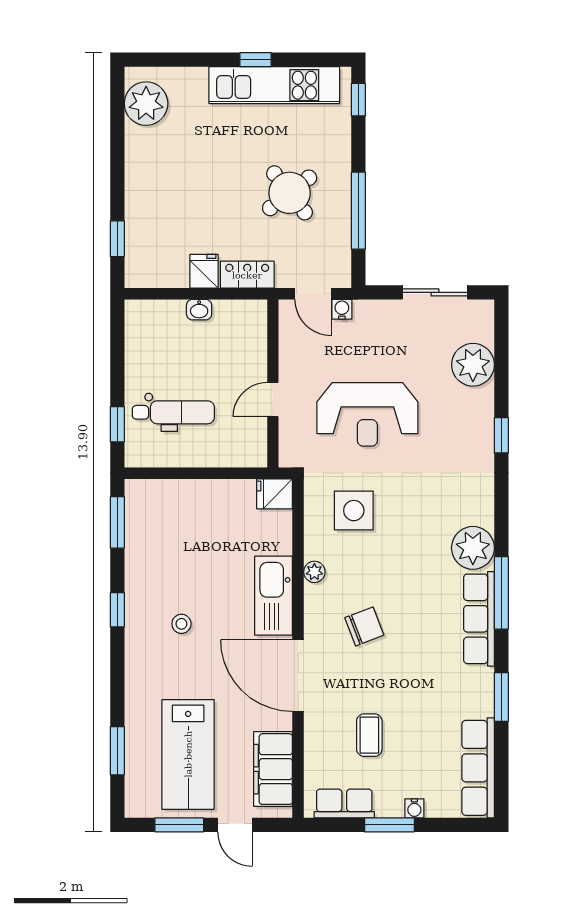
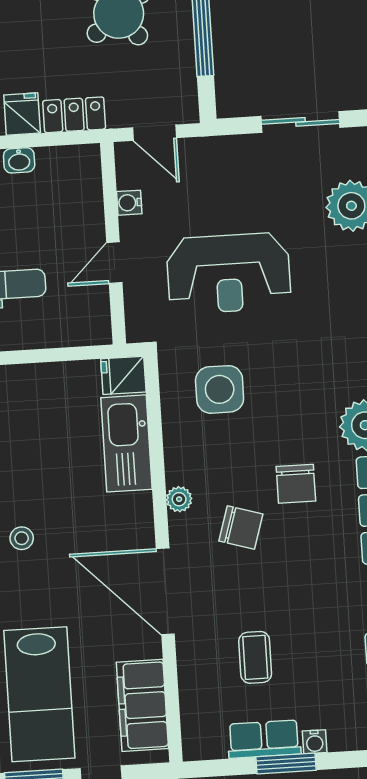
water cooler: (342, 309) -> (129, 203), moved, turned -90
plant: (314, 572) -> (179, 499), moved
chair: (412, 593) -> (296, 484), added
kitchen sink: (274, 596) -> (126, 443), moved
chair: (364, 626) -> (241, 528), turned 38
row of seats: (344, 804) -> (264, 739), moved

